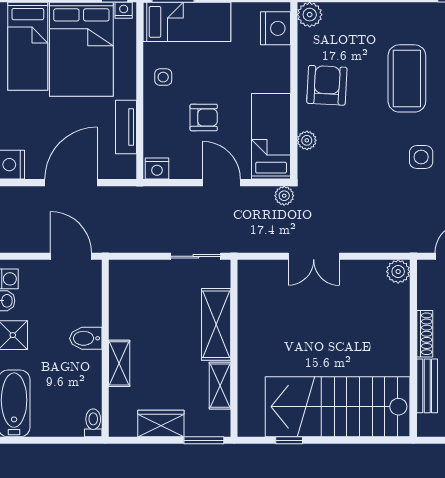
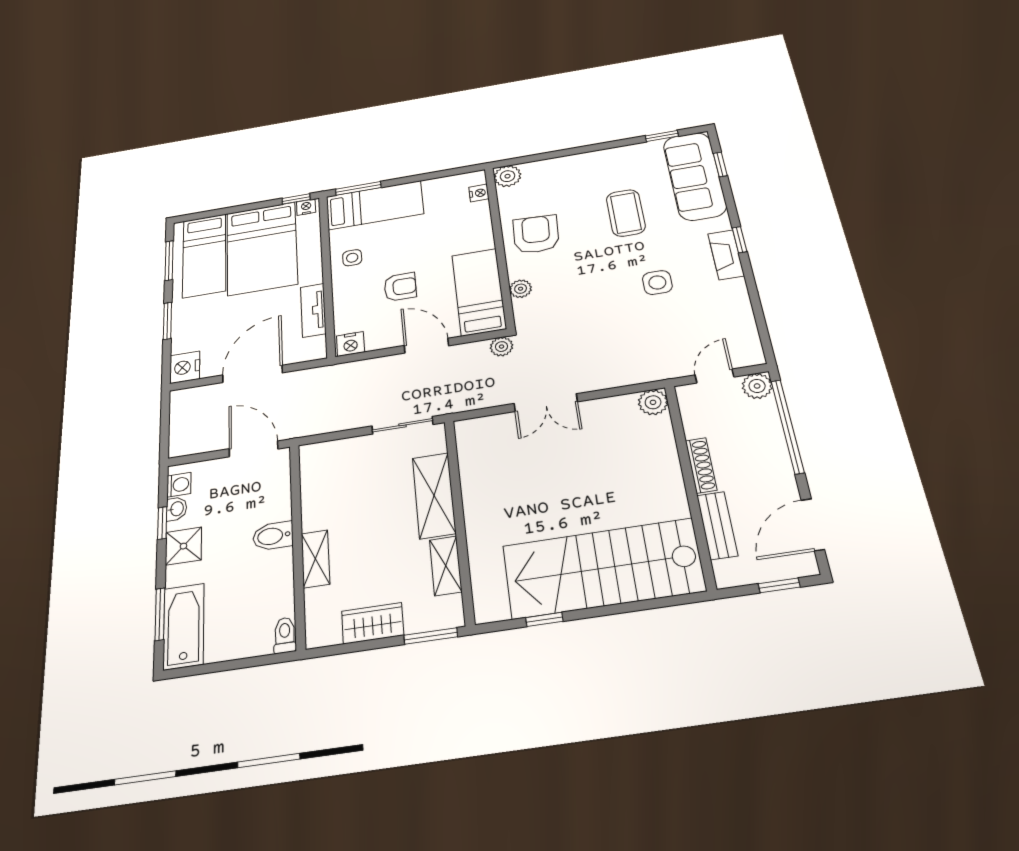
nightstand: (275, 28) -> (479, 193), width x0.53, depth x0.56
coffee table: (407, 78) -> (626, 213), width x0.73, depth x0.76

